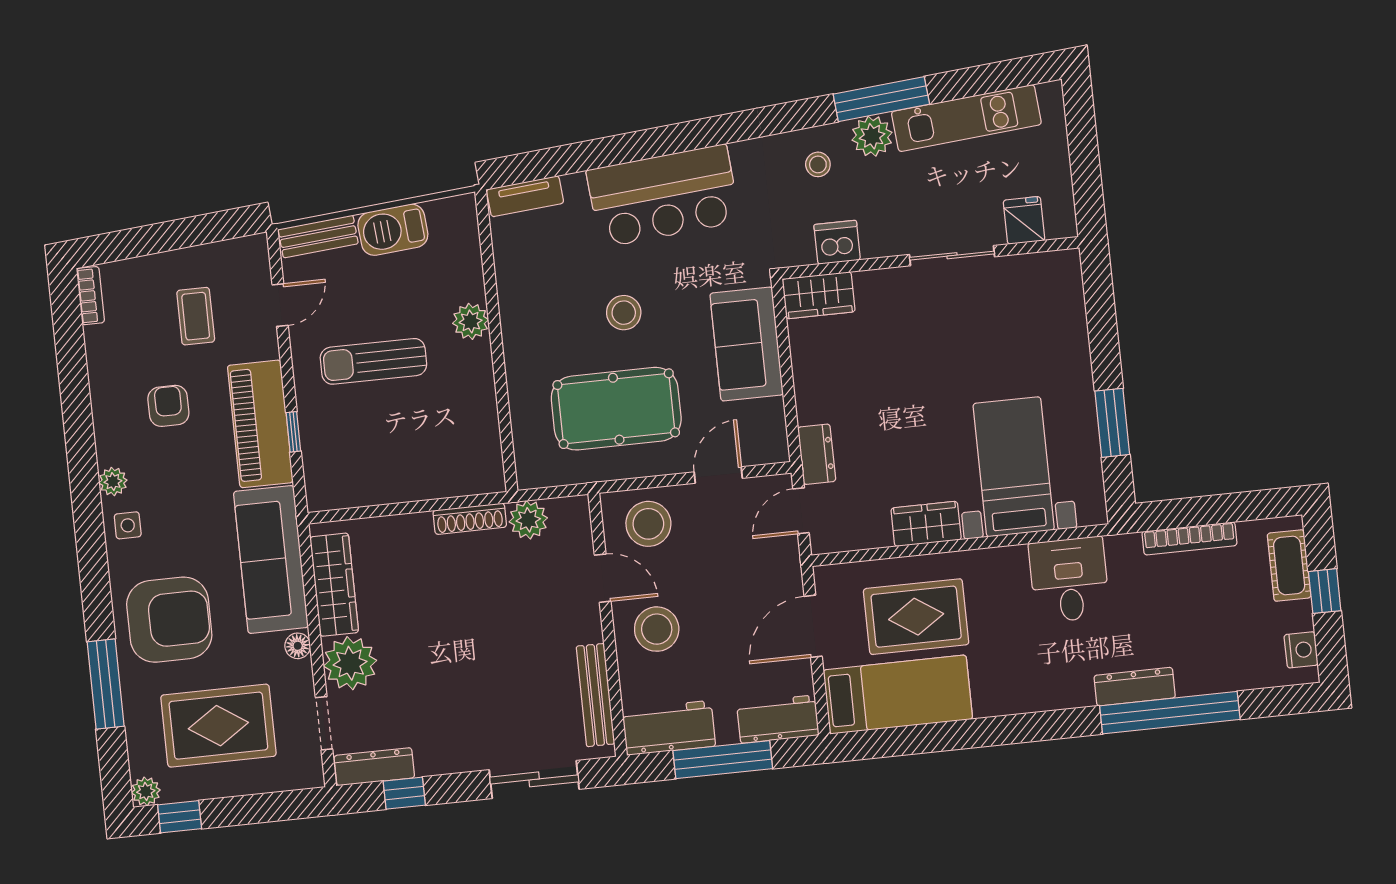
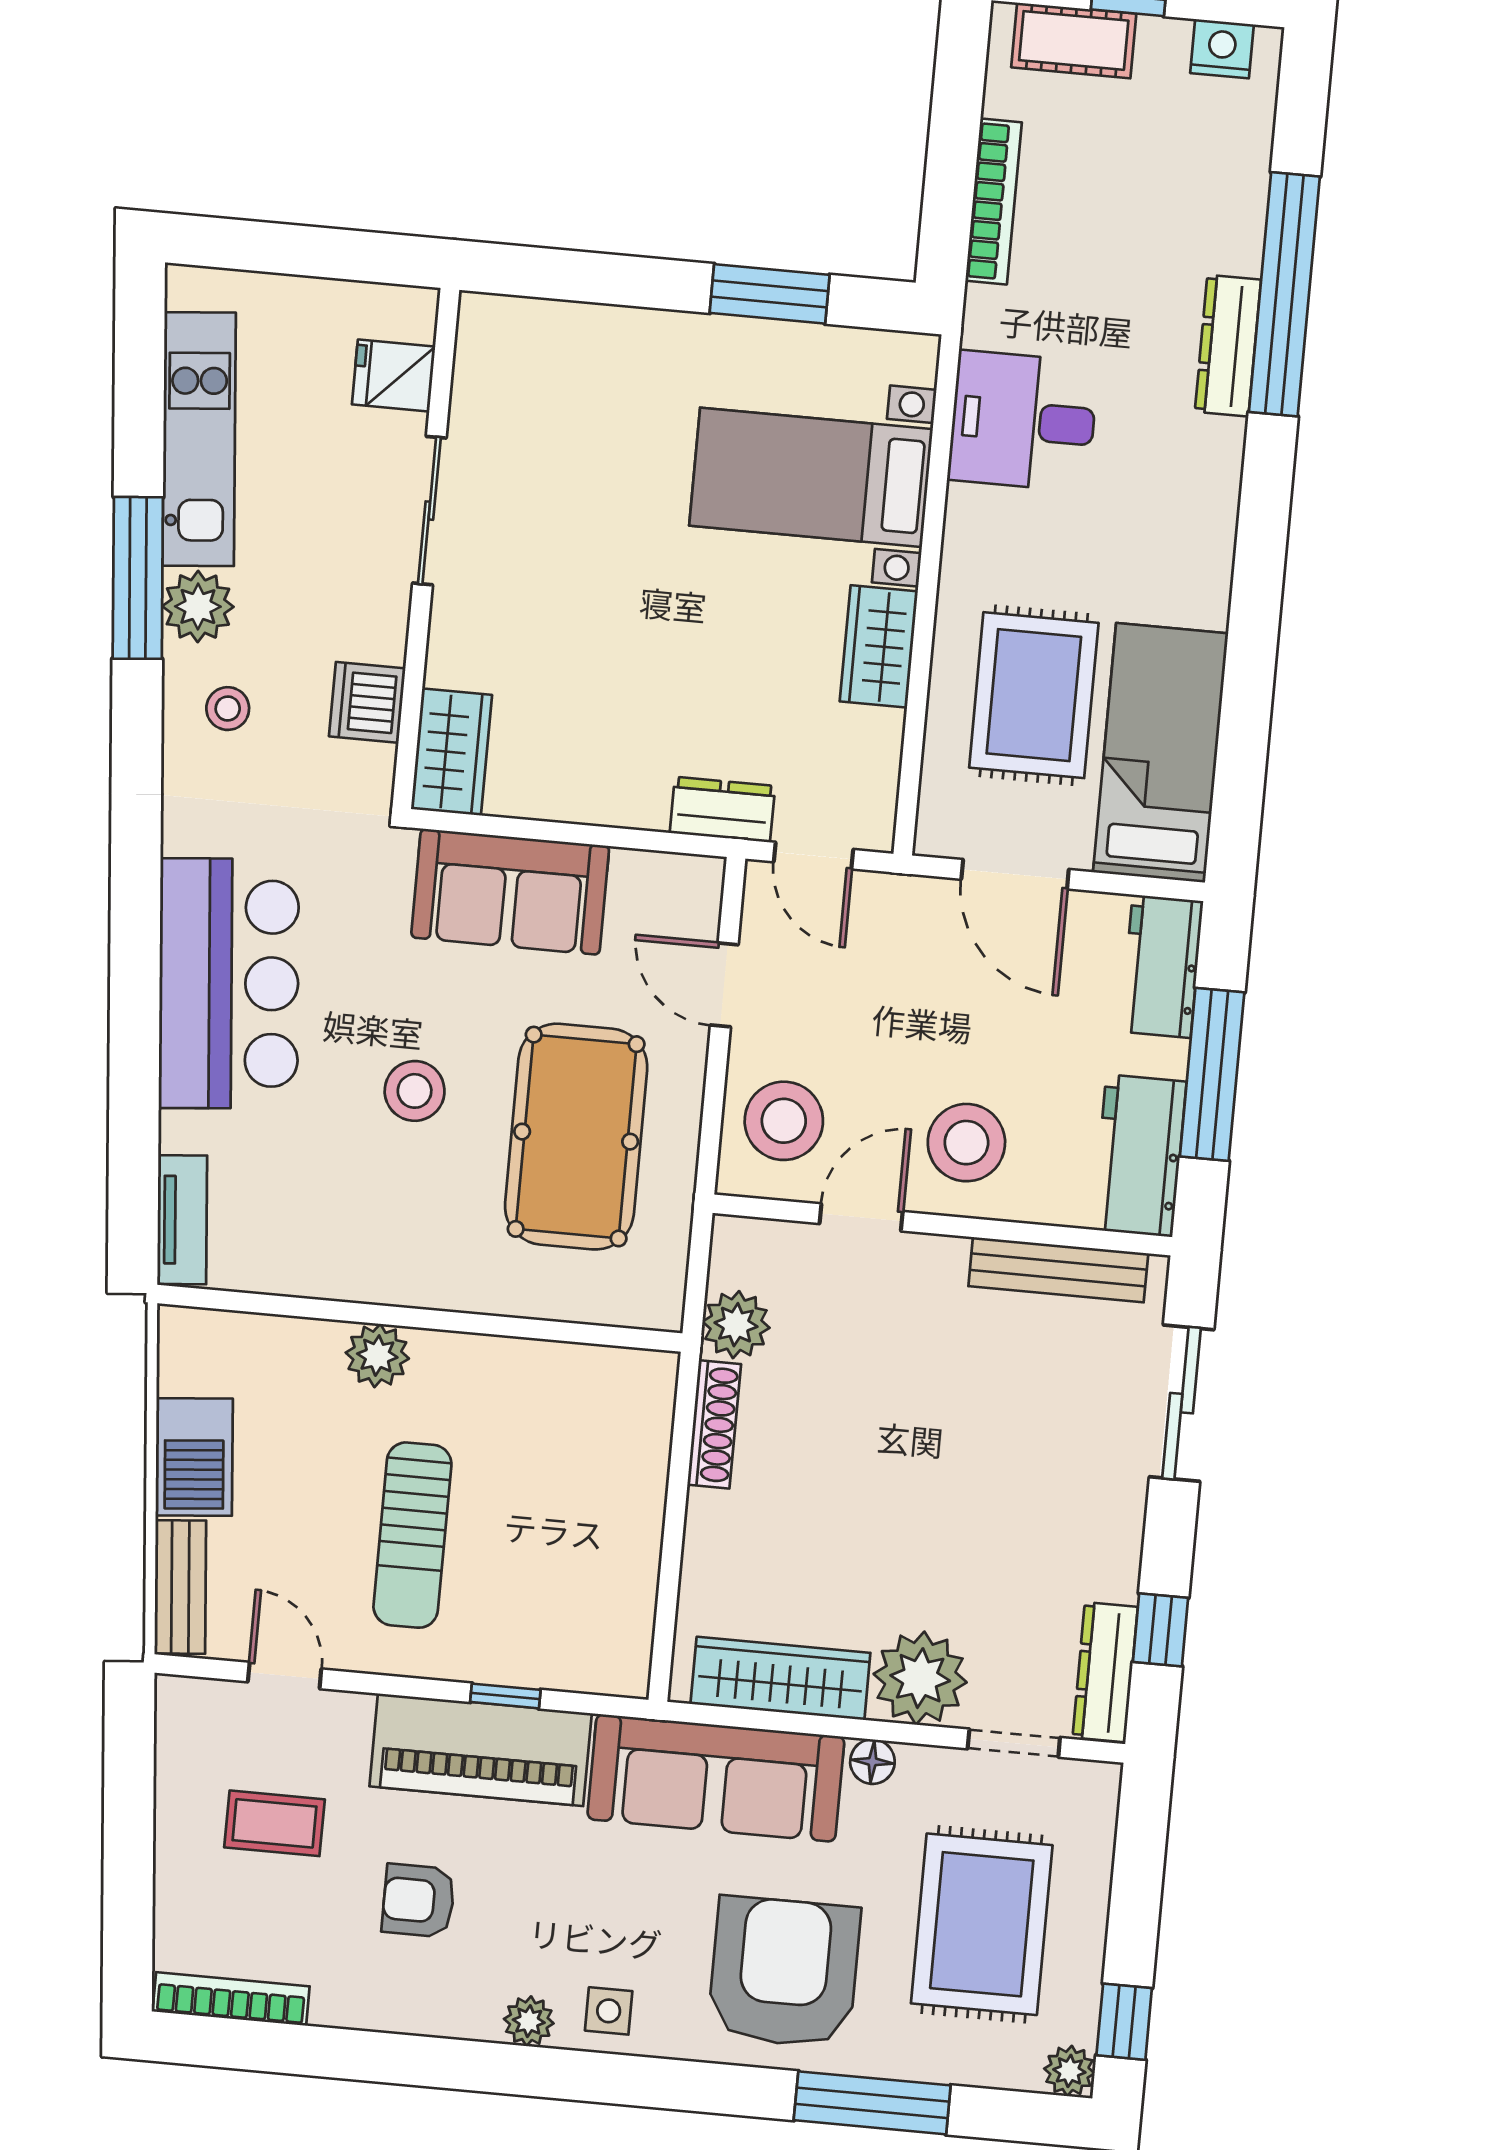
bookcase: (90, 296) -> (231, 1999), width x1.56

